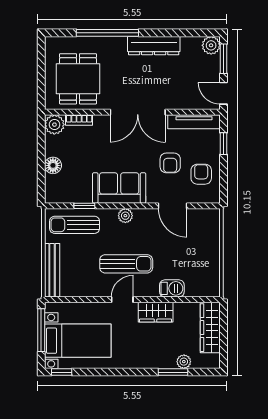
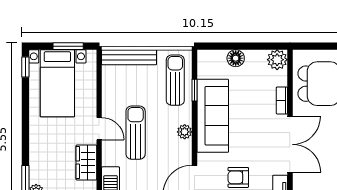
double door: (138, 112) -> (290, 144), swing flipped
bookcase: (79, 120) -> (282, 100), moved
sofa: (119, 188) -> (213, 116), width x1.36
sun lounger: (126, 264) -> (136, 133), turned 180
window: (41, 330) -> (68, 46), width x0.69

